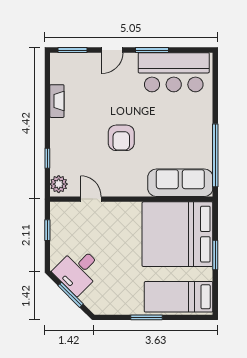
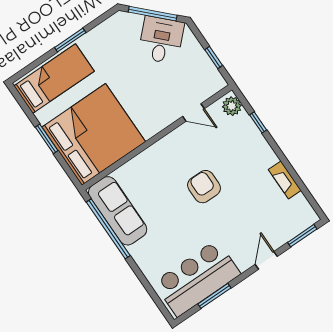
window: (152, 50) -> (214, 296), moved
sofa: (180, 183) -> (118, 211), moved, turned -90
window: (71, 295) -> (153, 14), width x1.44

